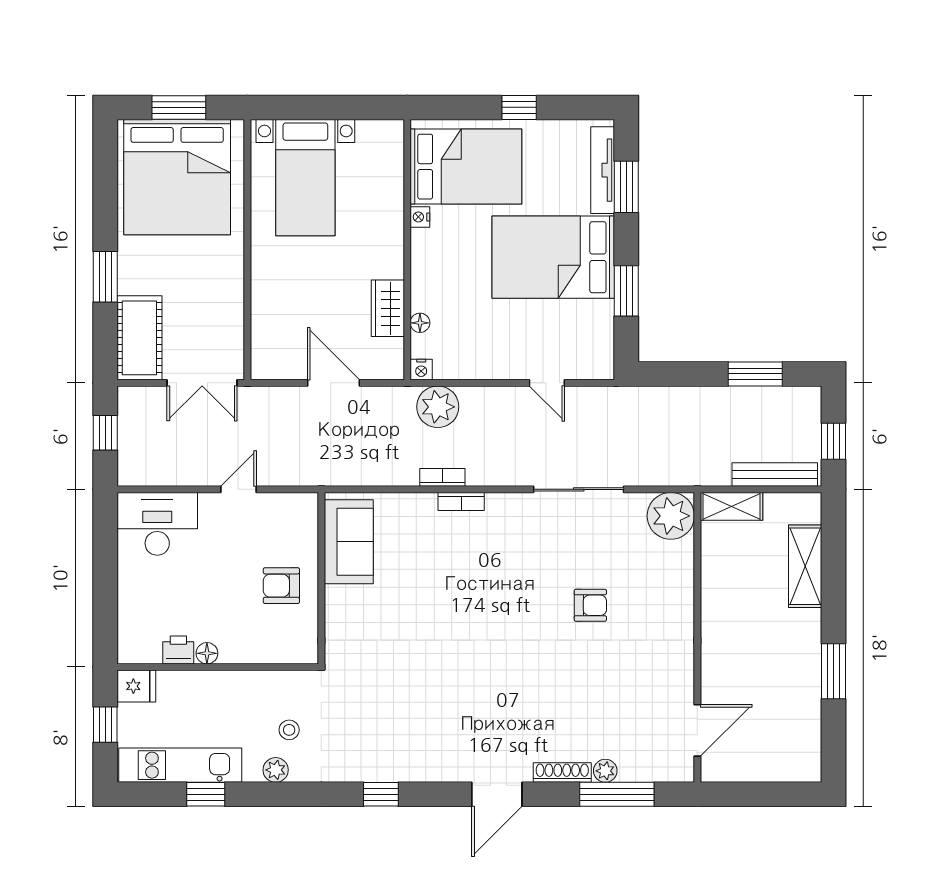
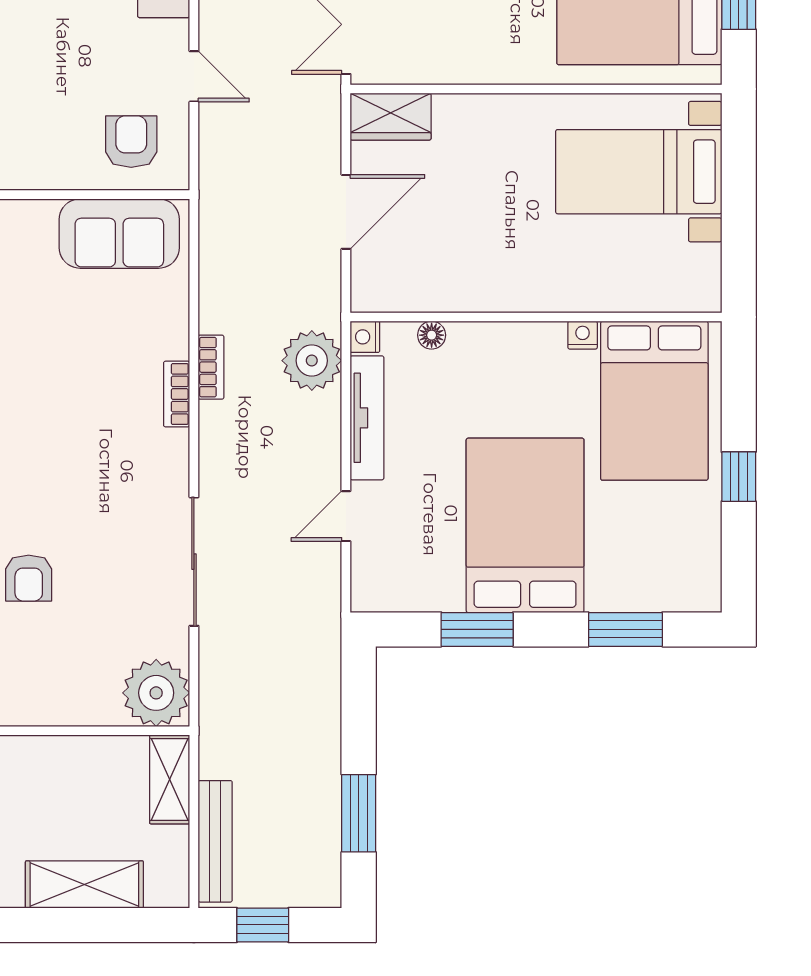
tv unit: (603, 170) -> (367, 418), moved, turned 90
wardrobe: (388, 308) -> (391, 117), moved, turned 180
armchair: (281, 586) -> (131, 142), moved

